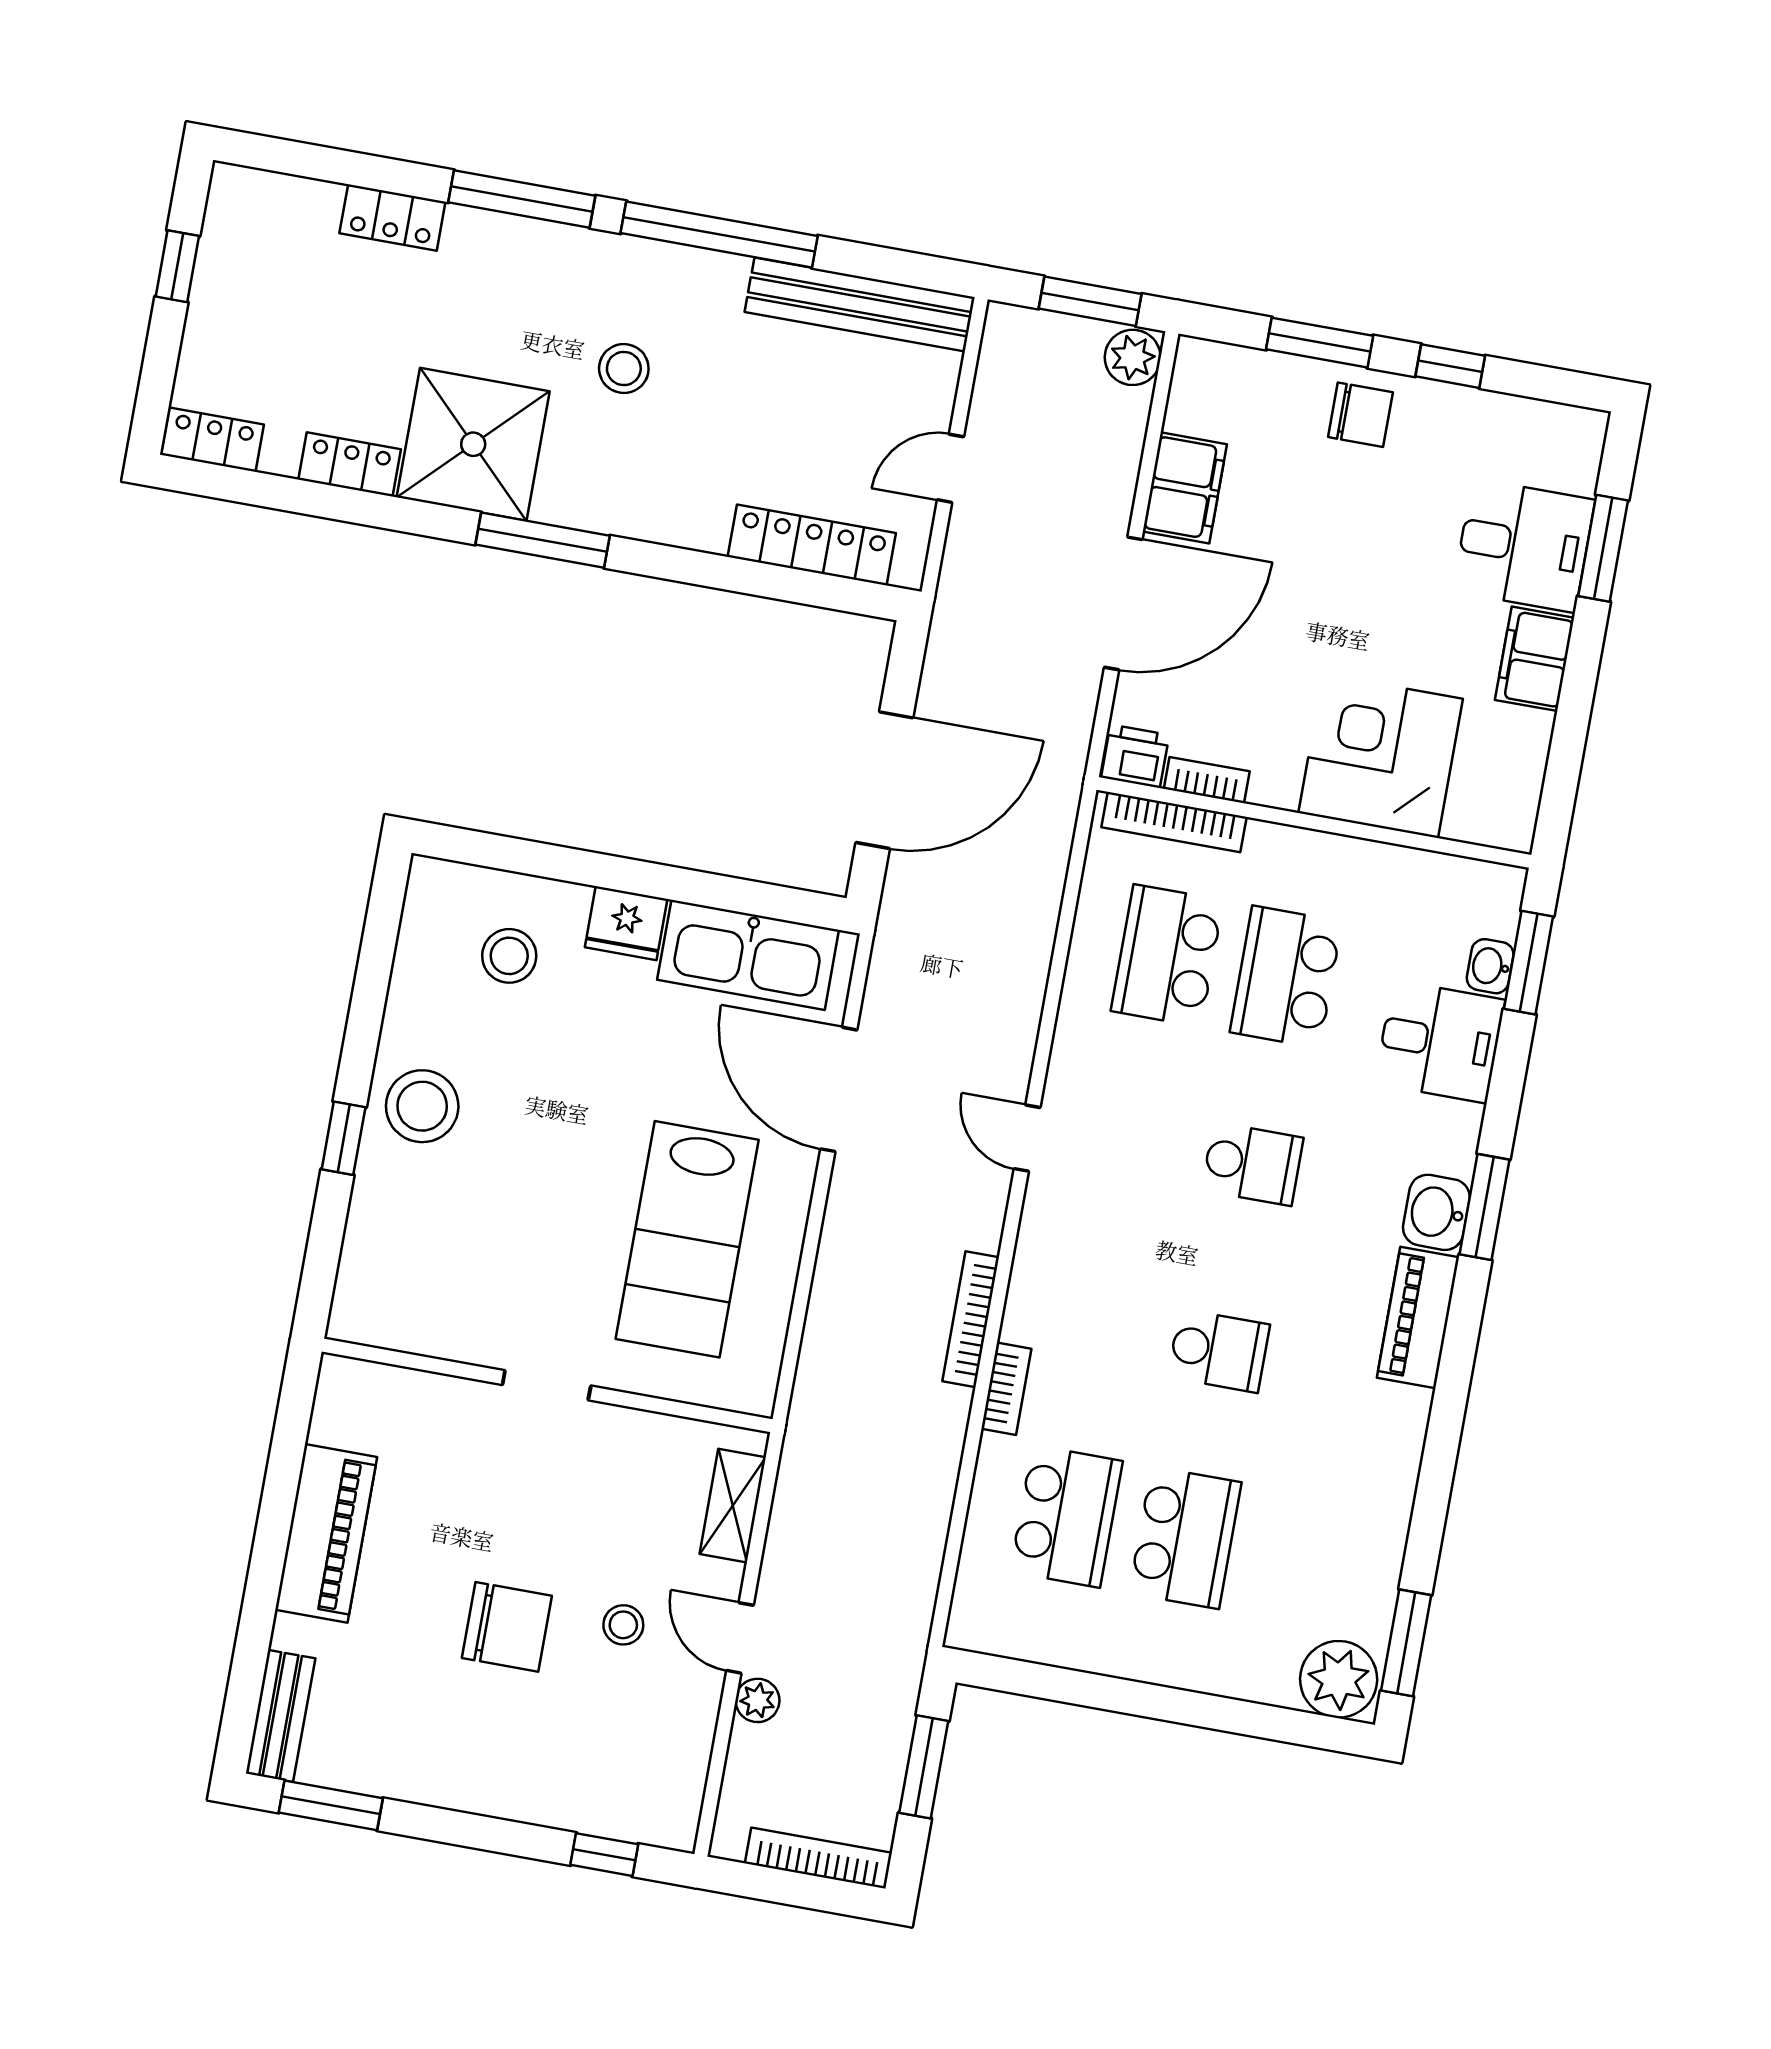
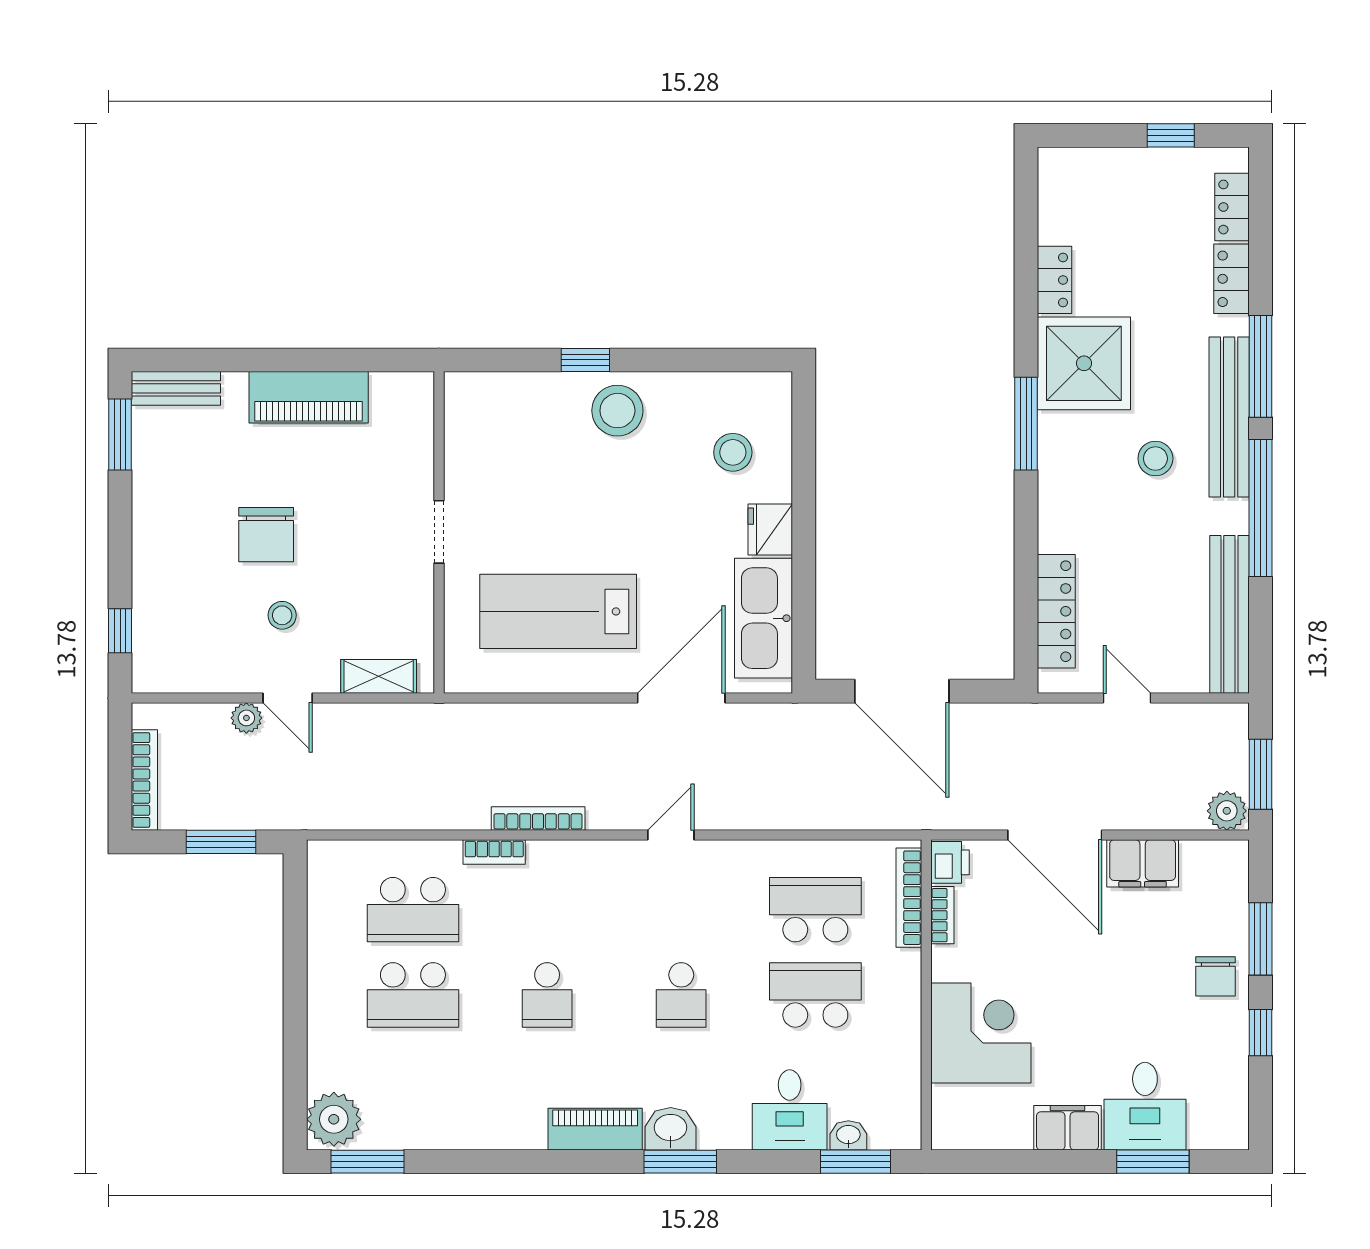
bench: (584, 255) -> (1229, 417), added
locker: (212, 440) -> (1232, 207), moved, turned 180
door: (740, 1638) -> (288, 698), swing flipped

